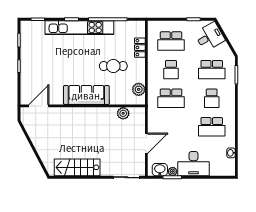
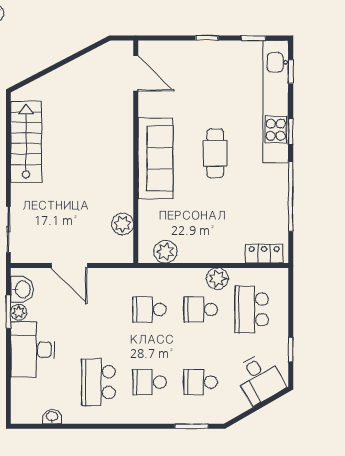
kitchen unit: (79, 28) -> (276, 102), moved
locker: (140, 48) -> (264, 254), moved
plant: (154, 60) -> (217, 279), added
cafe table: (113, 66) -> (215, 153), moved
school desk: (212, 70) -> (201, 382), width x0.54
school desk: (171, 98) -> (150, 309), width x0.54

